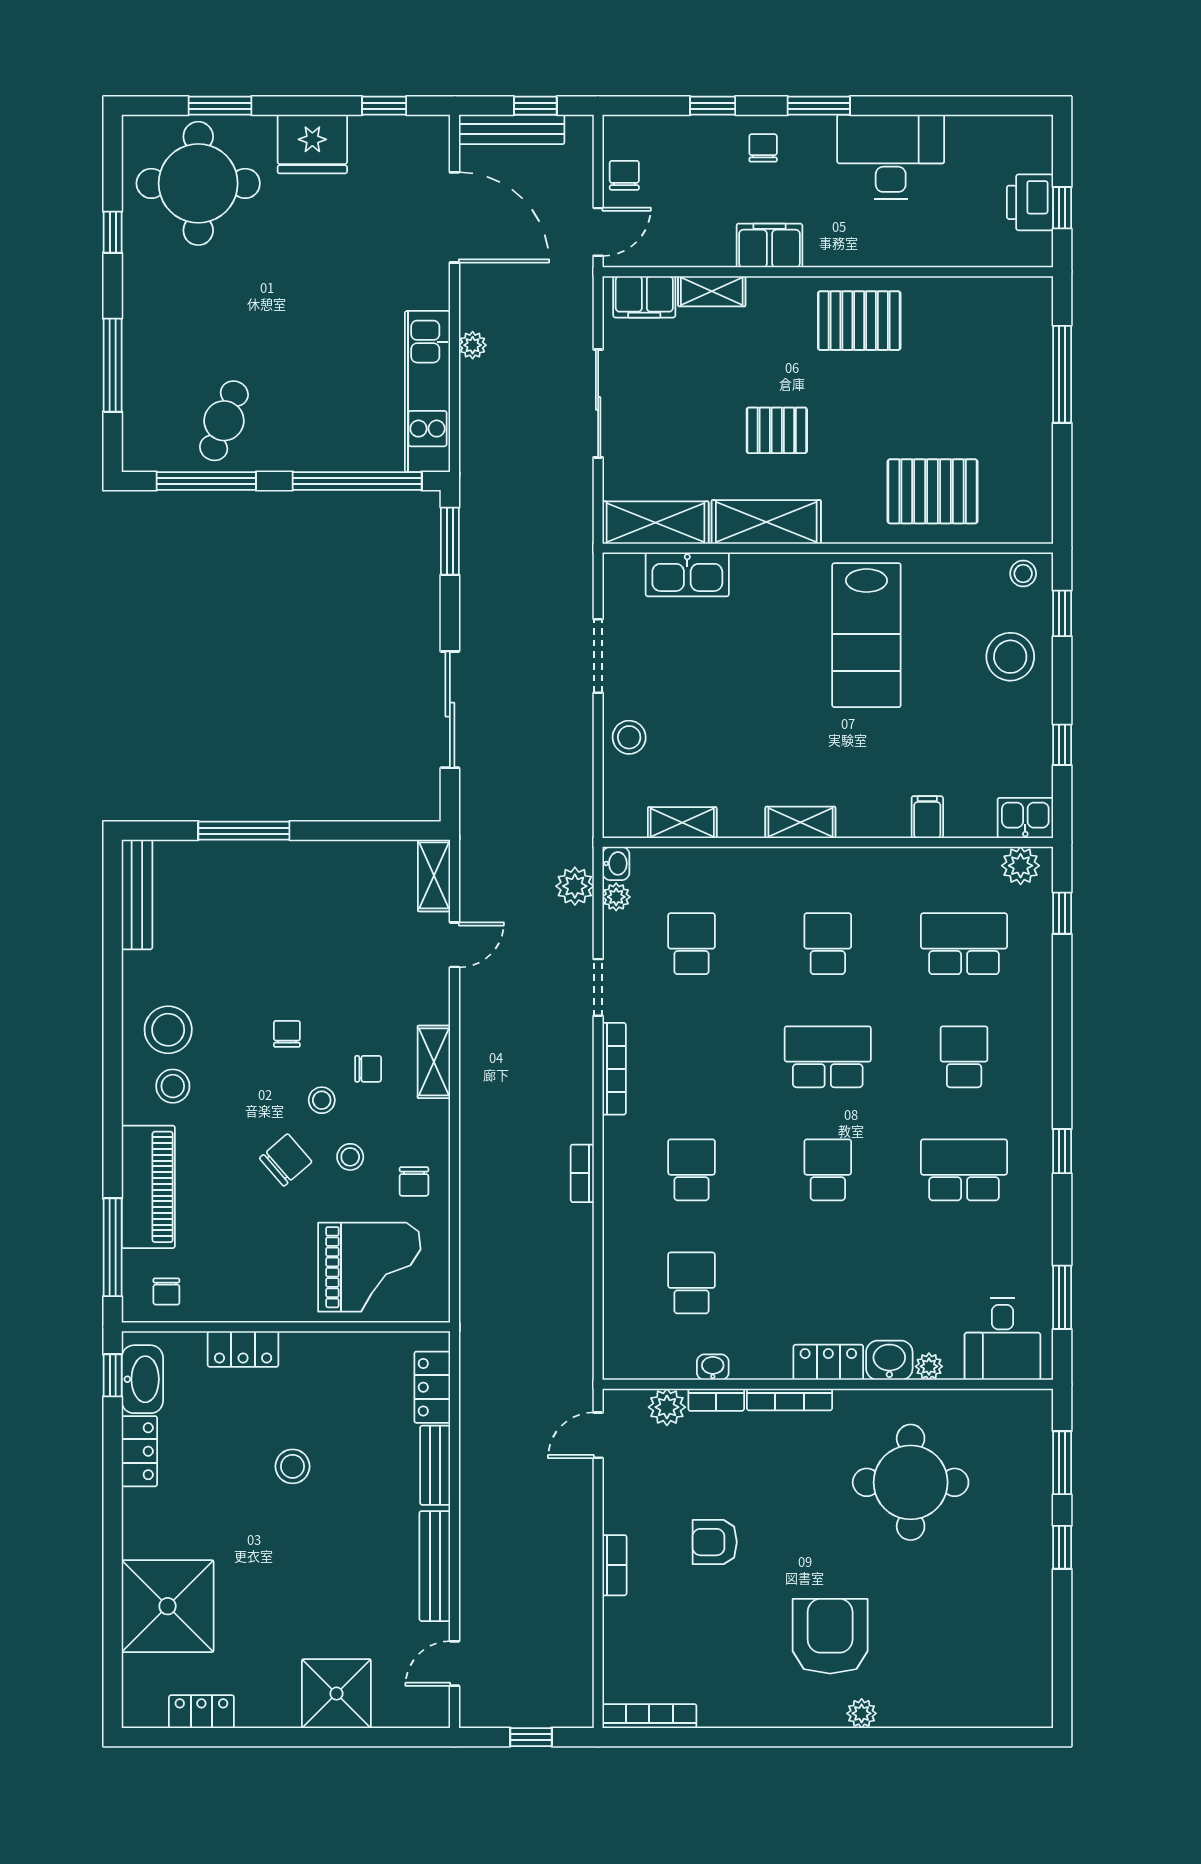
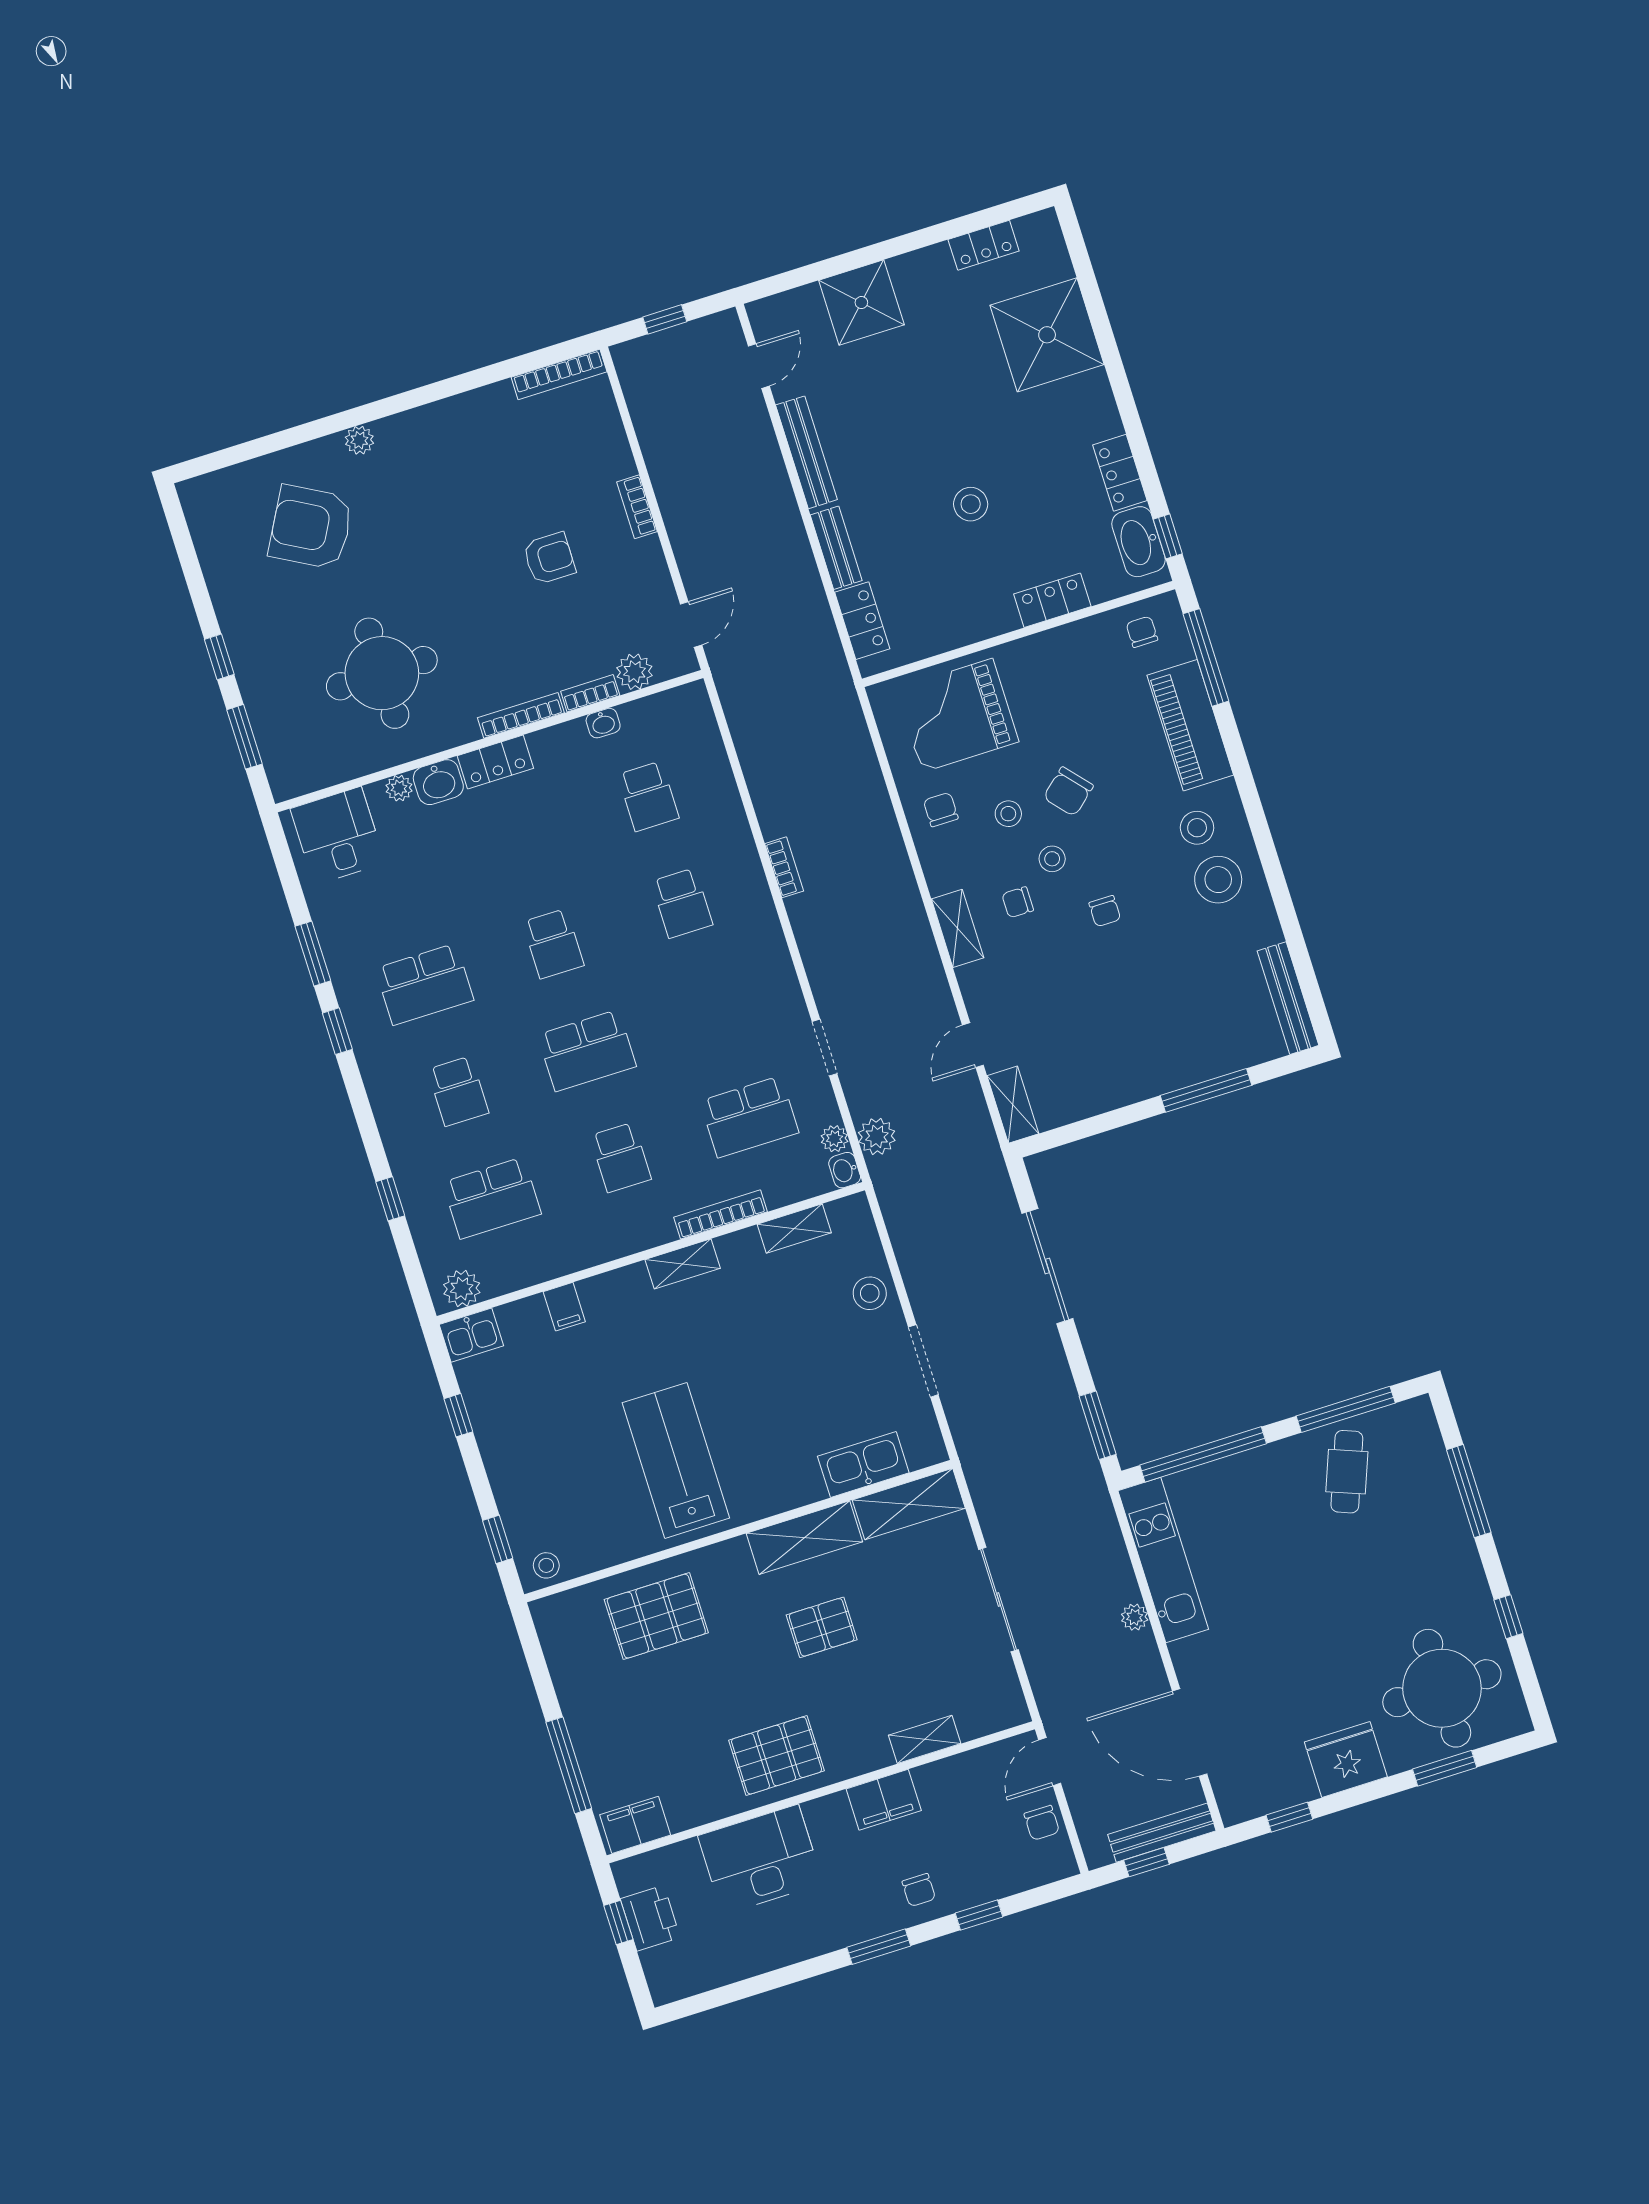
desk: (891, 157) -> (760, 1859), moved, turned 180
filing cabinet: (644, 297) -> (635, 1825), moved
stool: (1010, 657) -> (534, 1483), removed
window: (1062, 913) -> (390, 1199), moved
school desk: (692, 944) -> (749, 1117), width x1.85
bookcase: (614, 1069) -> (721, 1214), moved, turned 90
window: (1062, 1297) -> (313, 954), moved
armchair: (830, 1636) -> (311, 527), moved, turned 119

